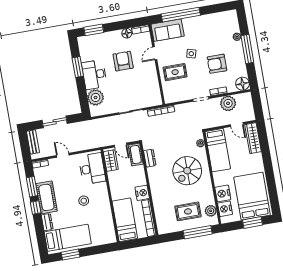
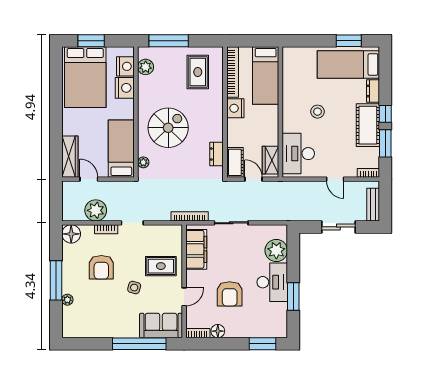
armchair: (217, 64) -> (101, 267), turned 90
filing cabinet: (152, 88) -> (196, 249), added
rug: (188, 211) -> (198, 72), moved, turned 90

